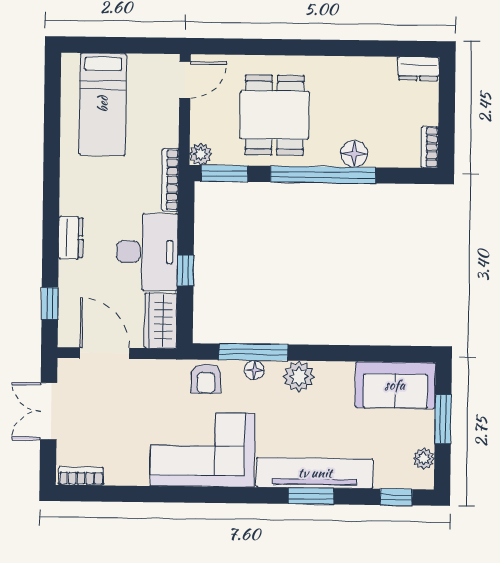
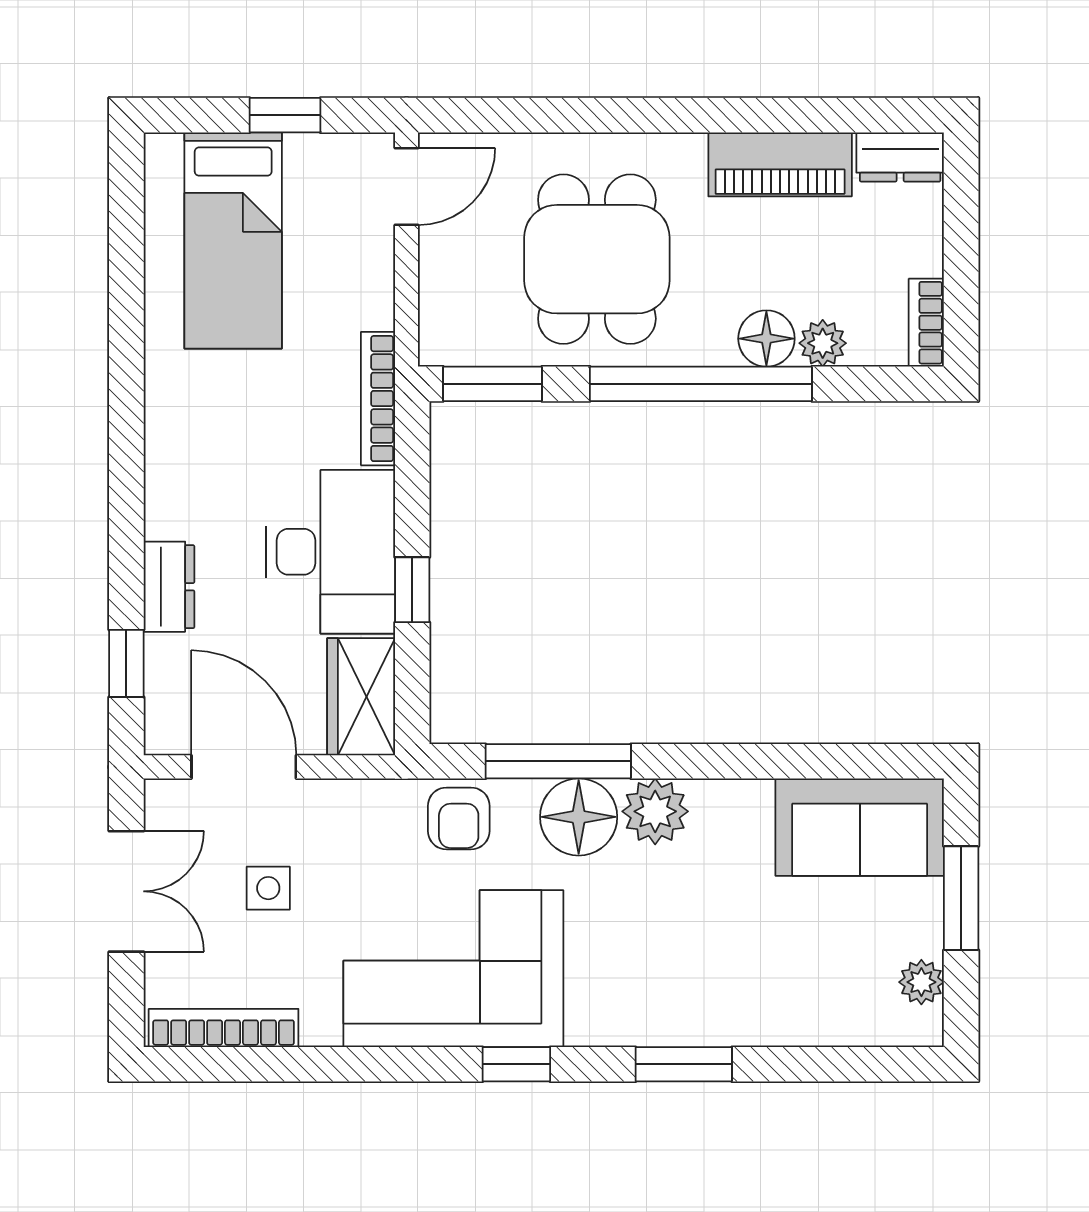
window: (128, 45) -> (285, 115), added
piano: (362, 71) -> (780, 164), added
plant: (201, 154) -> (823, 343), moved
dresser: (71, 238) -> (169, 587), moved
floor lamp: (254, 370) -> (579, 817), width x1.89, depth x1.89
side table: (116, 410) -> (268, 888), added
double door: (49, 411) -> (126, 891), swing flipped
tv unit: (315, 473) -> (691, 1016), removed
bookcase: (81, 476) -> (224, 1028), width x1.56
window: (396, 497) -> (516, 1064), moved

